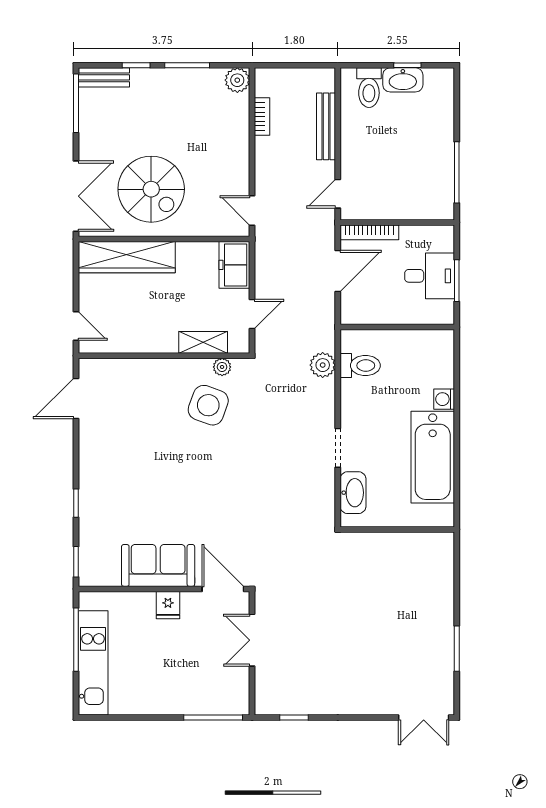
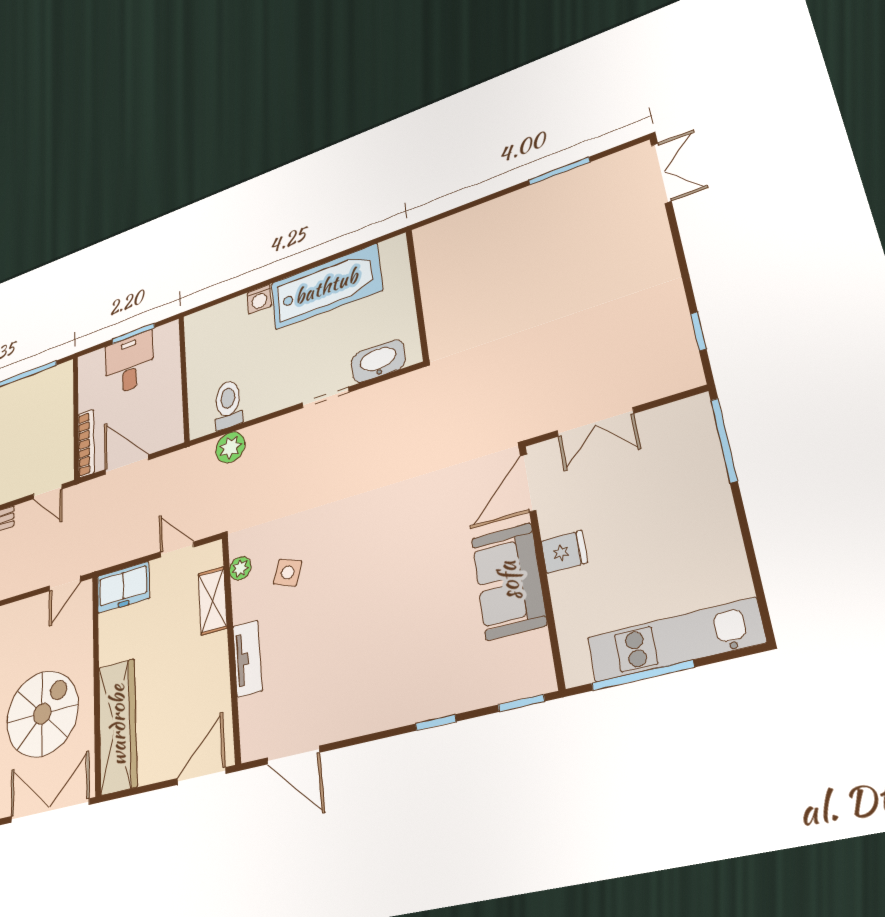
door: (76, 326) -> (201, 776), width x1.38
tv unit: (152, 368) -> (247, 659), added
side table: (208, 405) -> (288, 572), width x0.54, depth x0.54

